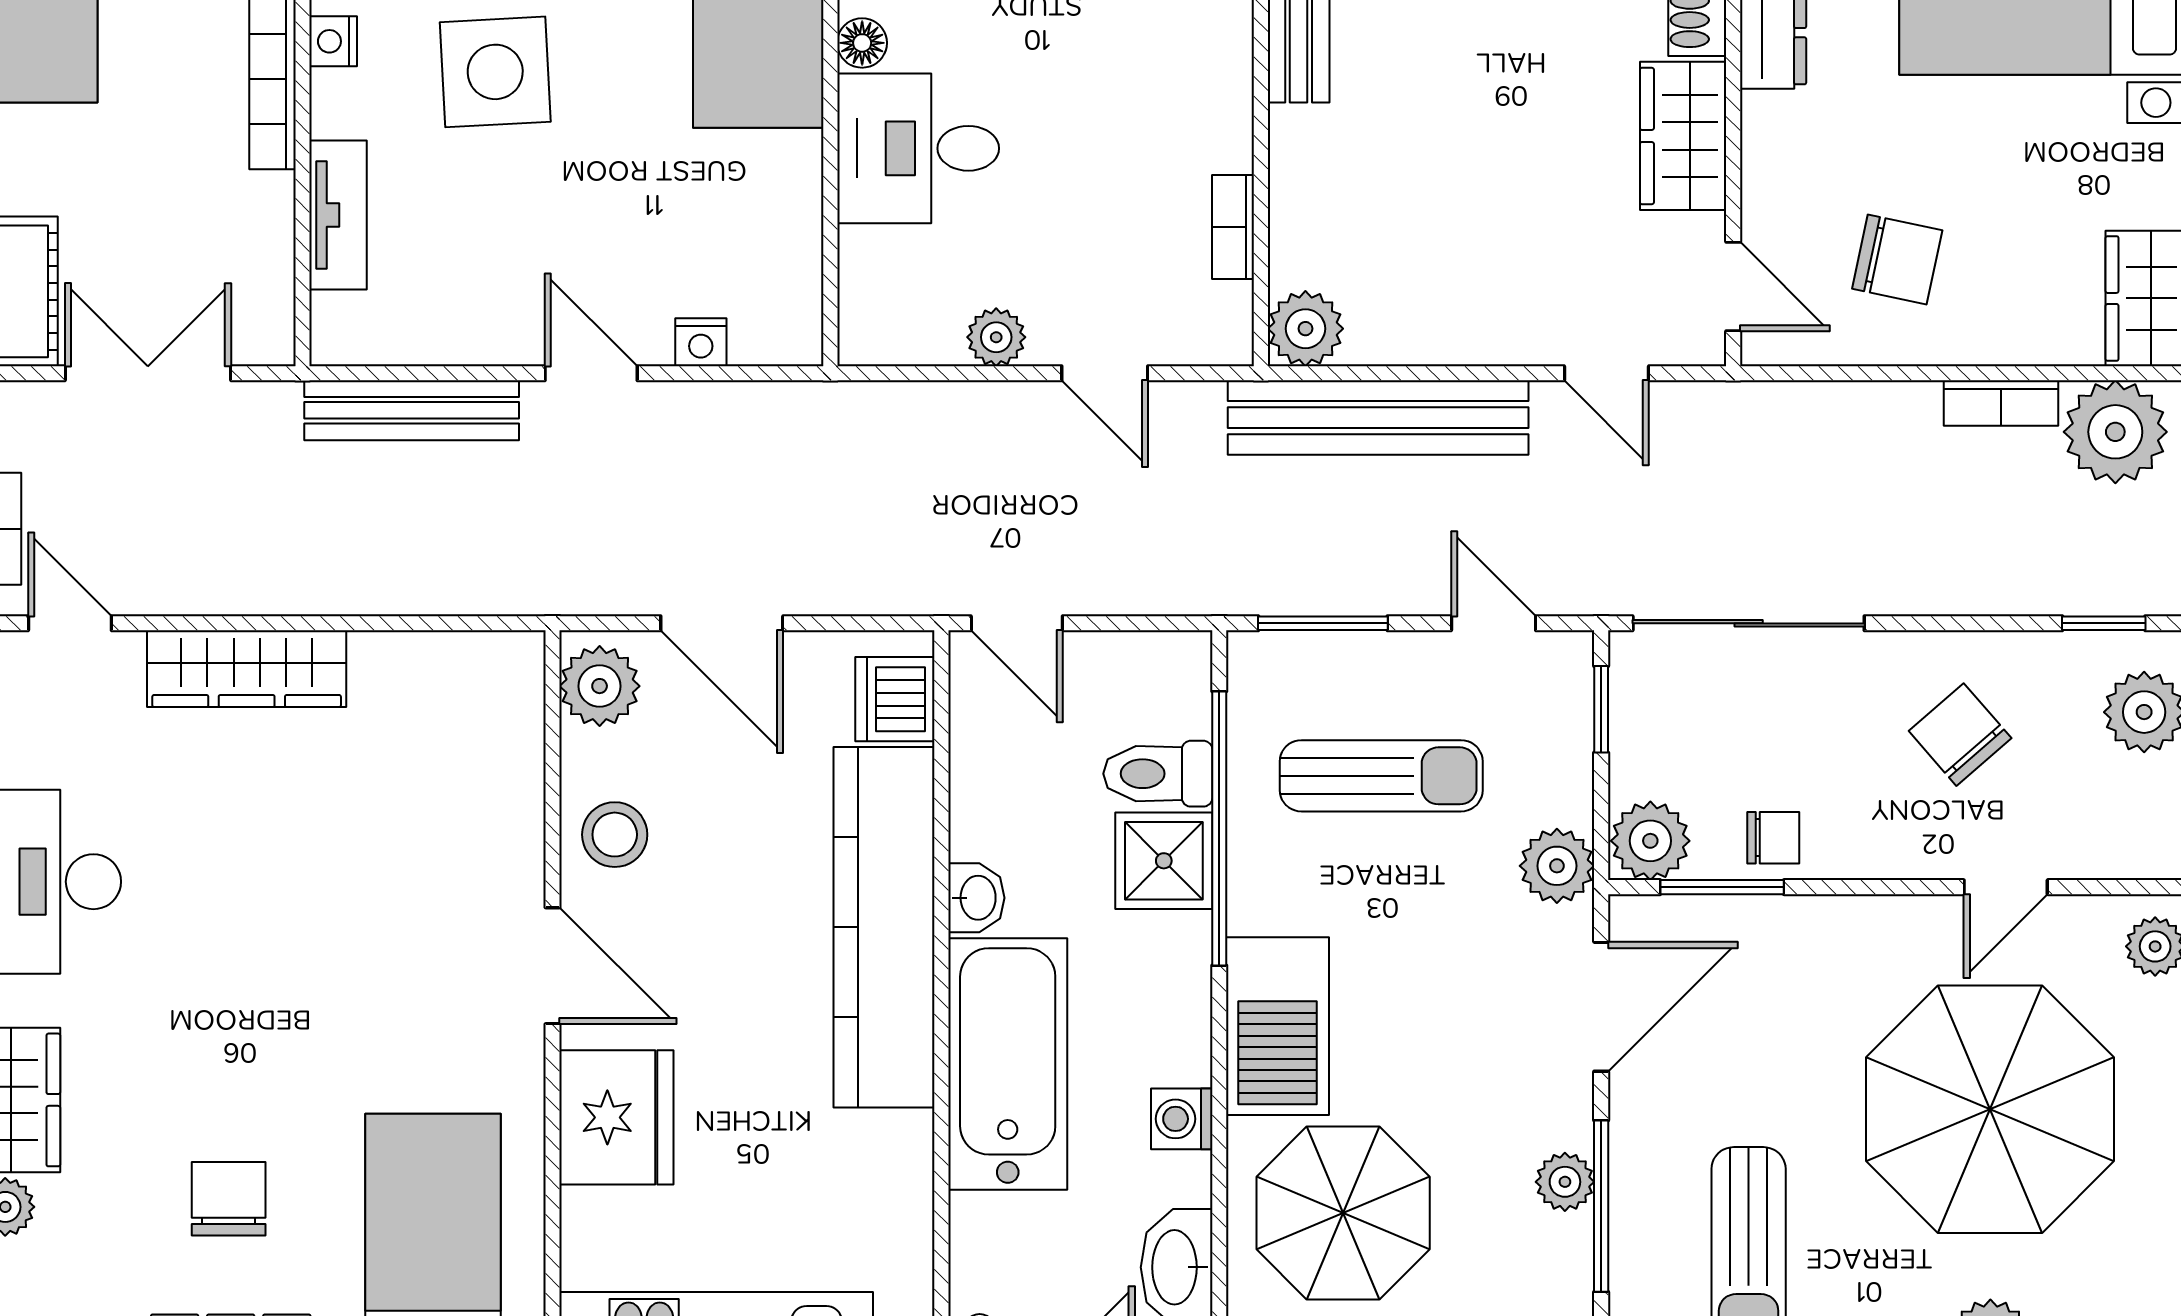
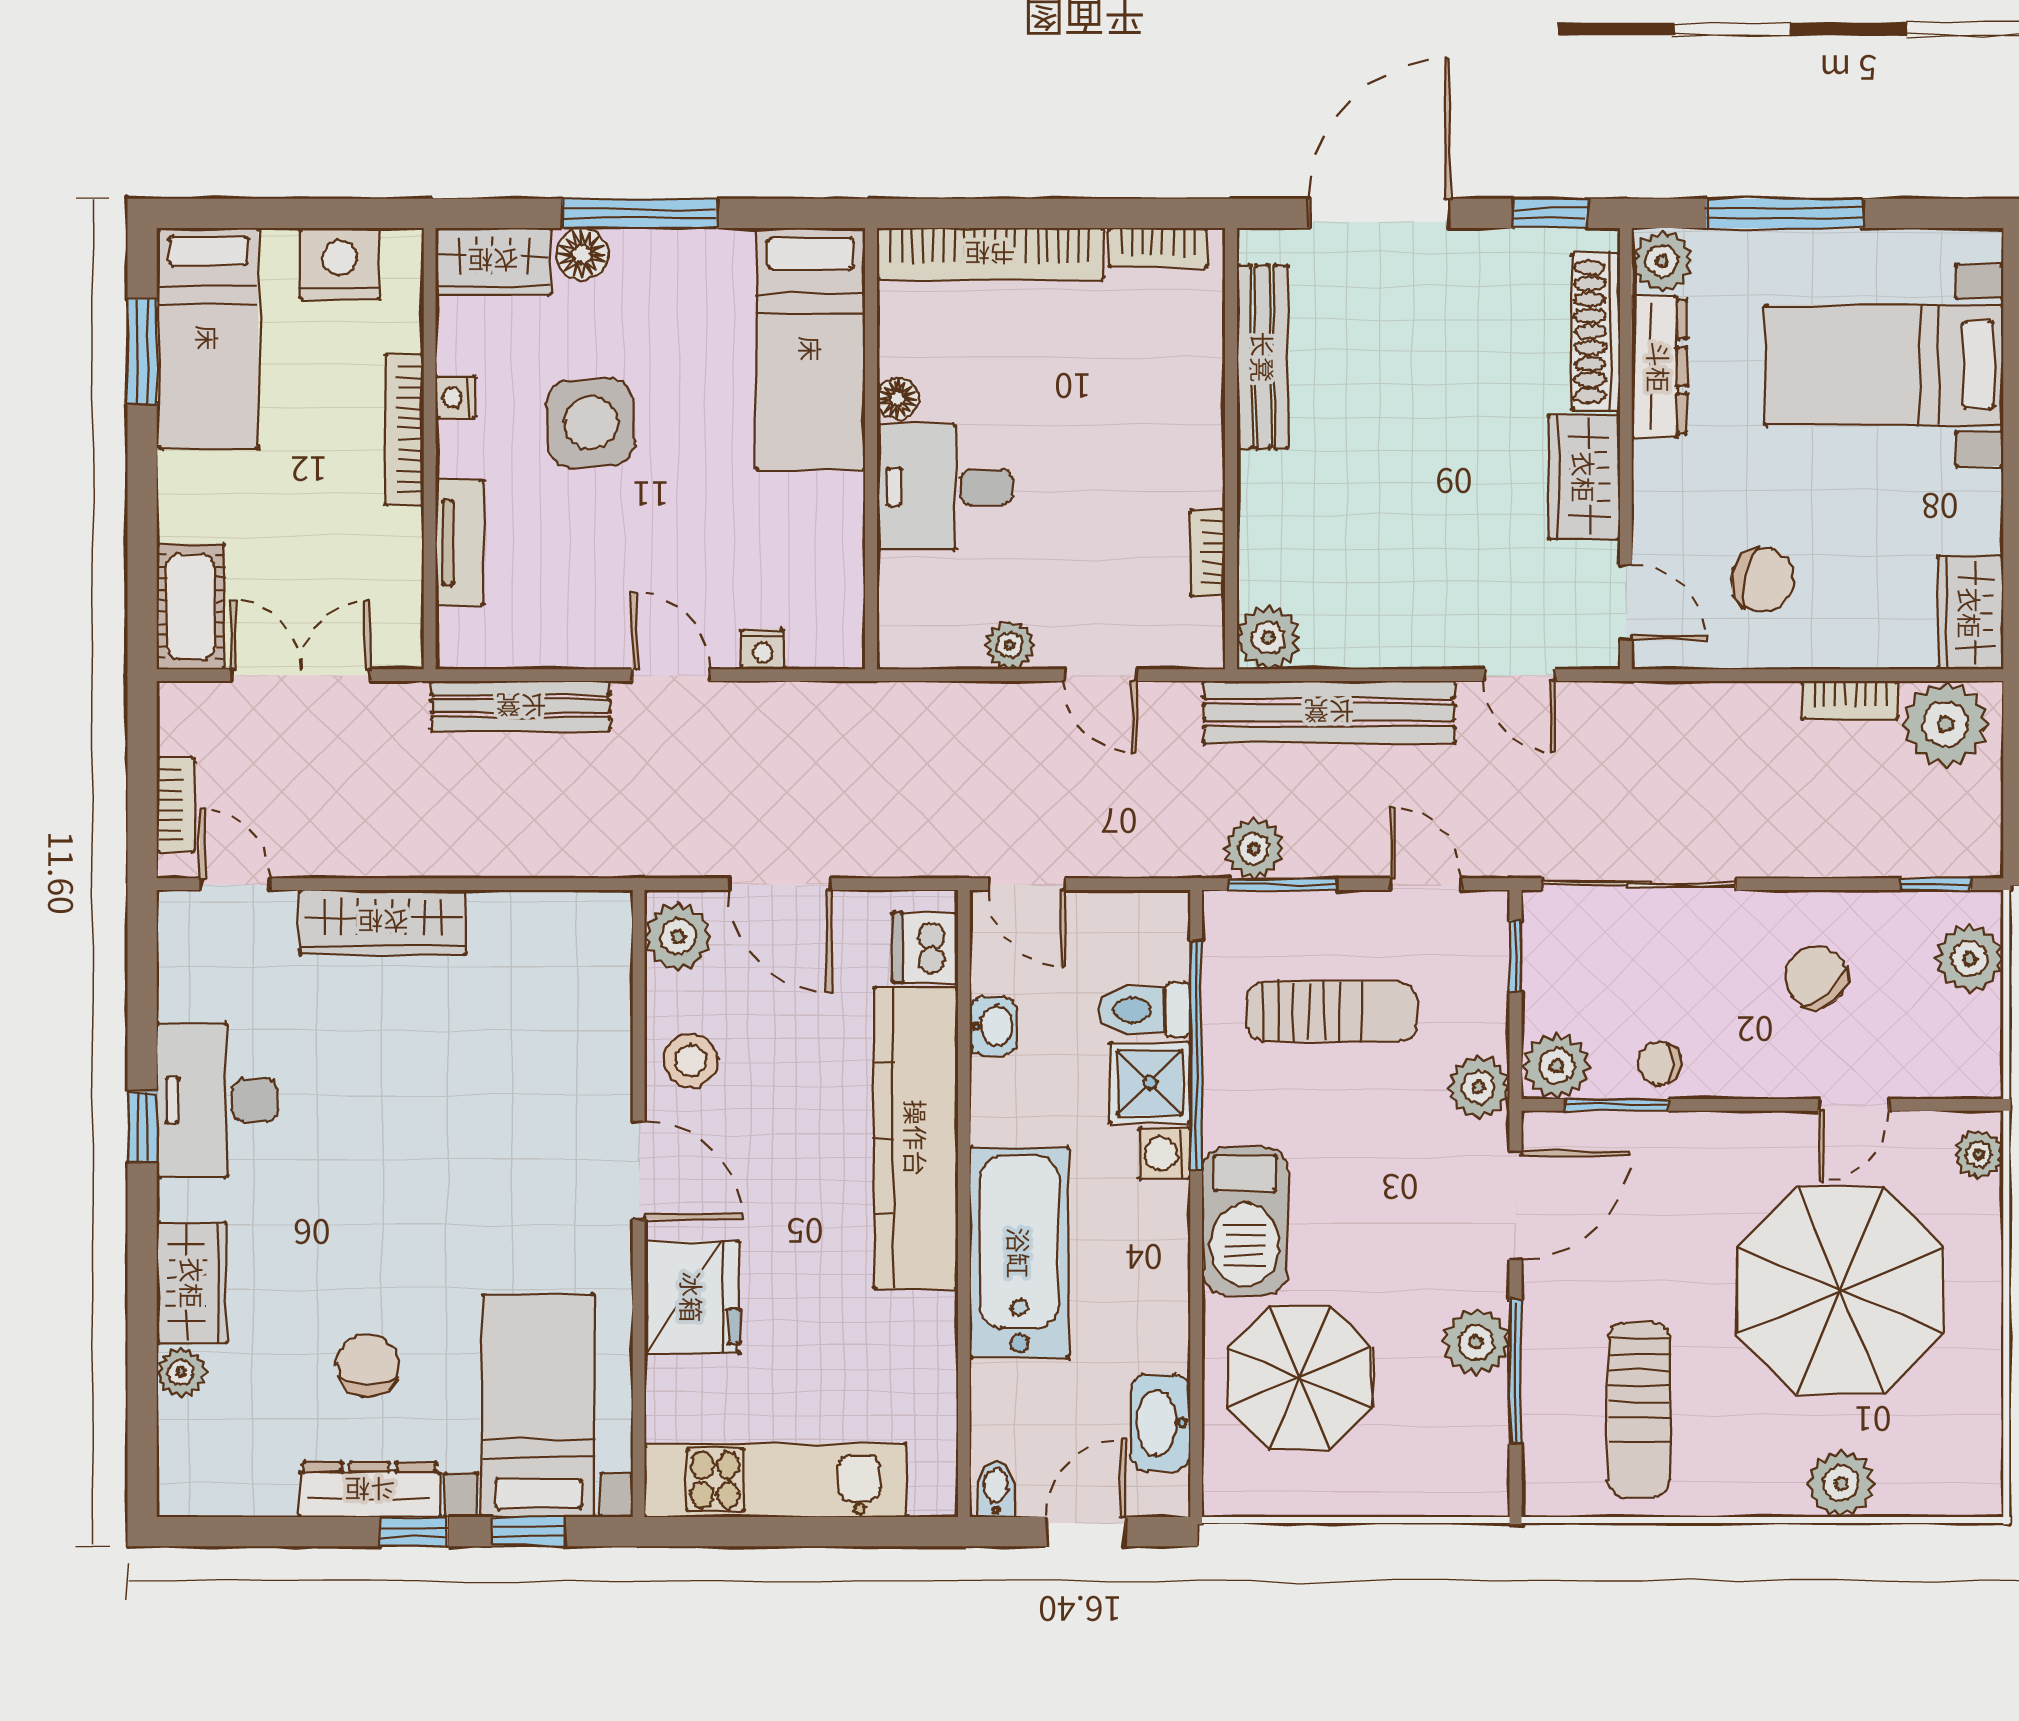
plant: (1288, 581) -> (1254, 849), added
chair: (1773, 838) -> (1659, 1064), turned 180
washbasin: (976, 898) -> (993, 1026), moved
washing machine: (1182, 1119) -> (1165, 1154), moved
plant: (1565, 1182) -> (1476, 1342), width x1.38, depth x1.38

